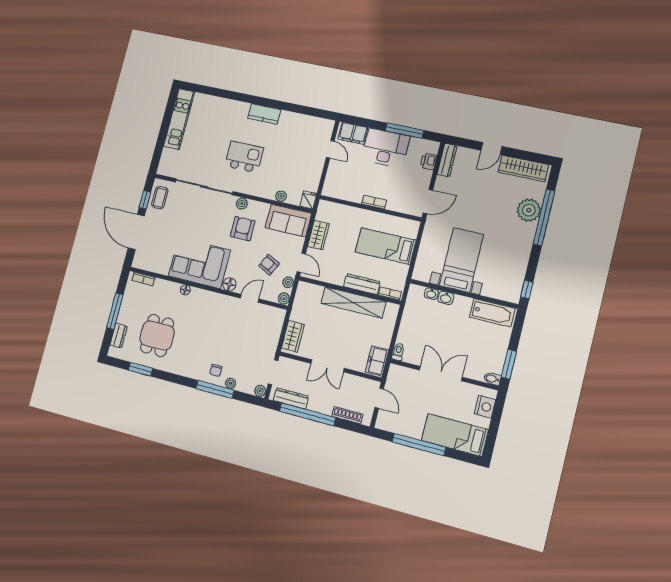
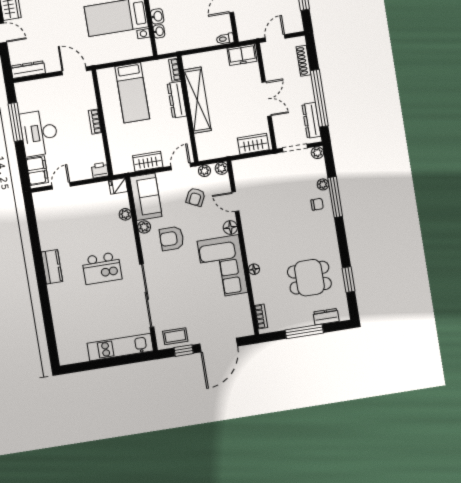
kitchen unit: (179, 119) -> (120, 347), moved
kitchen island: (244, 157) -> (102, 268), turned -90
printer: (429, 161) -> (100, 170), moved, turned 180
plant: (242, 204) -> (144, 227), moved

